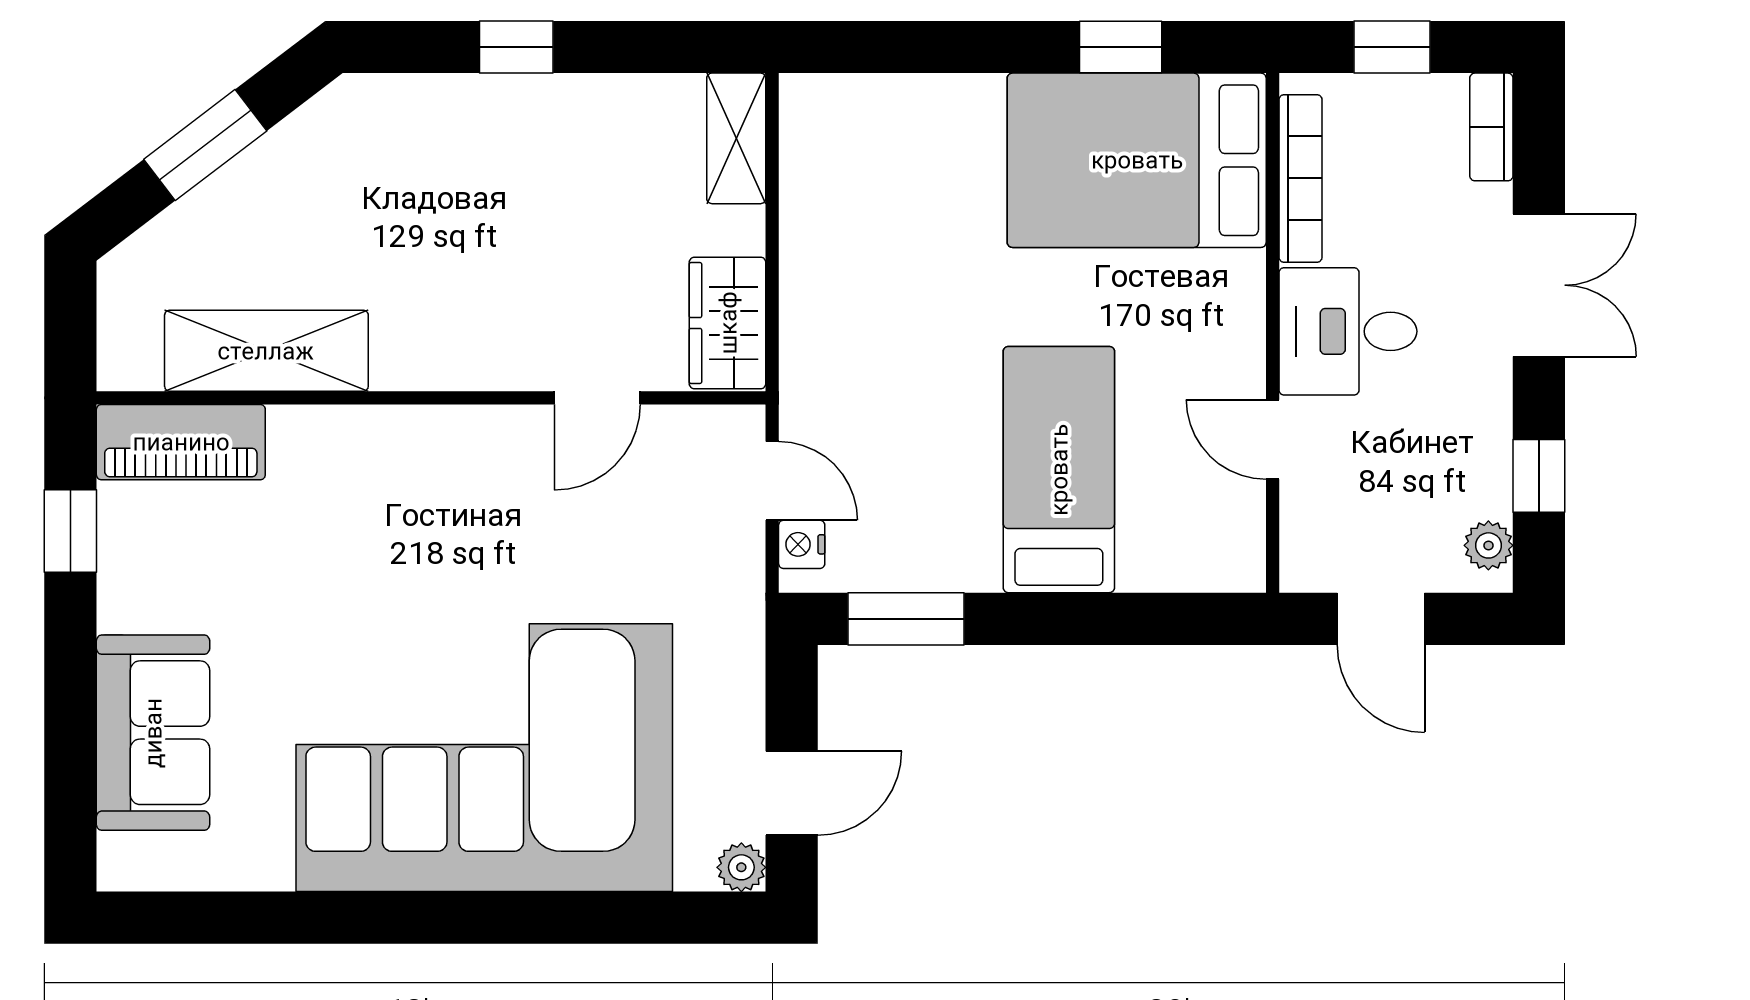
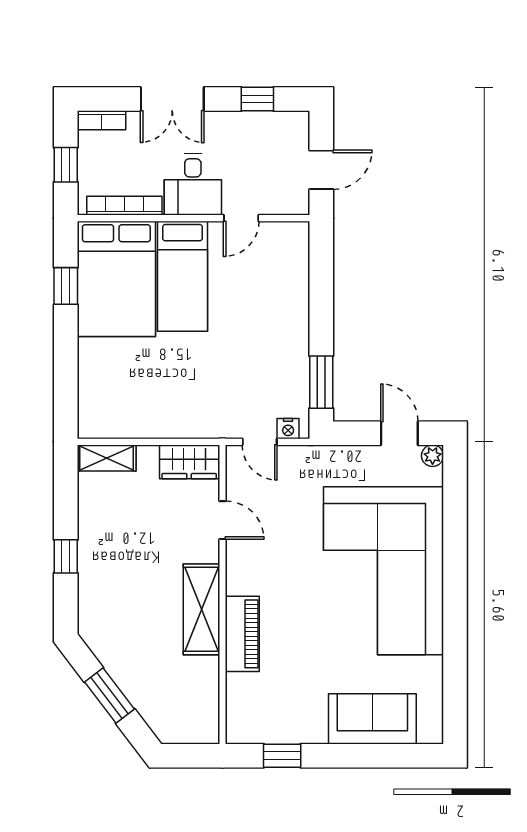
double door: (1539, 285) -> (172, 99), swing flipped
shelving: (266, 351) -> (201, 609), moved
piano: (181, 442) -> (242, 634), moved
bed: (1059, 470) -> (182, 276), moved, turned -90
door: (772, 481) -> (260, 442), swing flipped
plant: (1488, 545) -> (289, 122), removed

